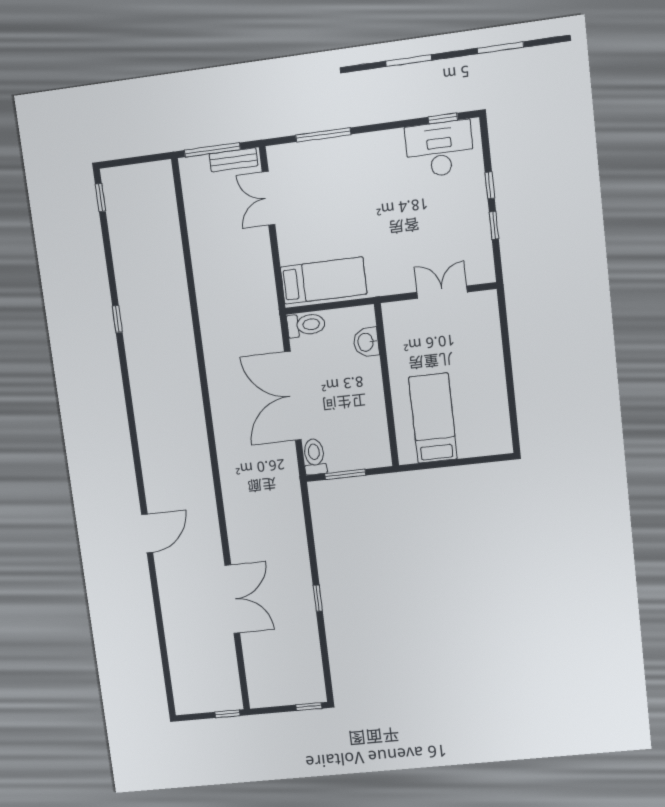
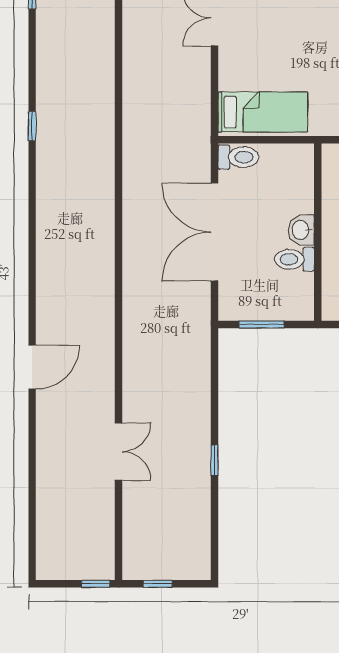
washbasin: (366, 342) -> (301, 230), moved
toilet: (314, 457) -> (294, 259), moved, turned -90
double door: (232, 599) -> (119, 452), width x0.73
window: (309, 707) -> (158, 584), moved

